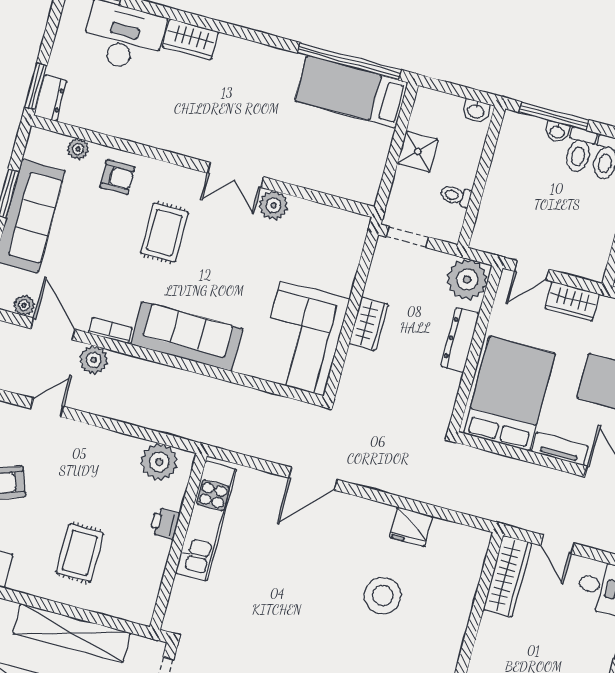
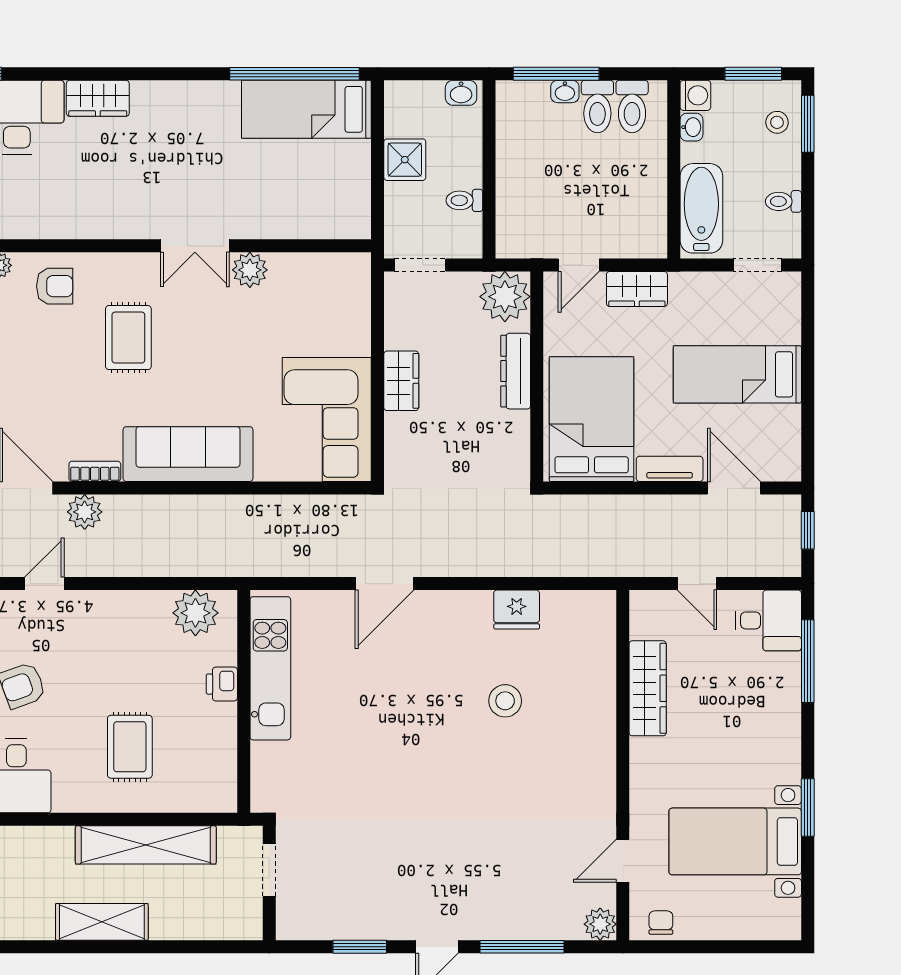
wardrobe: (507, 576) -> (648, 688), moved
stool: (383, 596) -> (505, 701), width x0.73, depth x0.73

